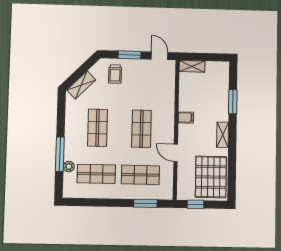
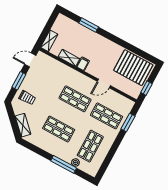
shelving: (223, 135) -> (69, 58), moved
shop shelf: (140, 175) -> (107, 116), turned 90

